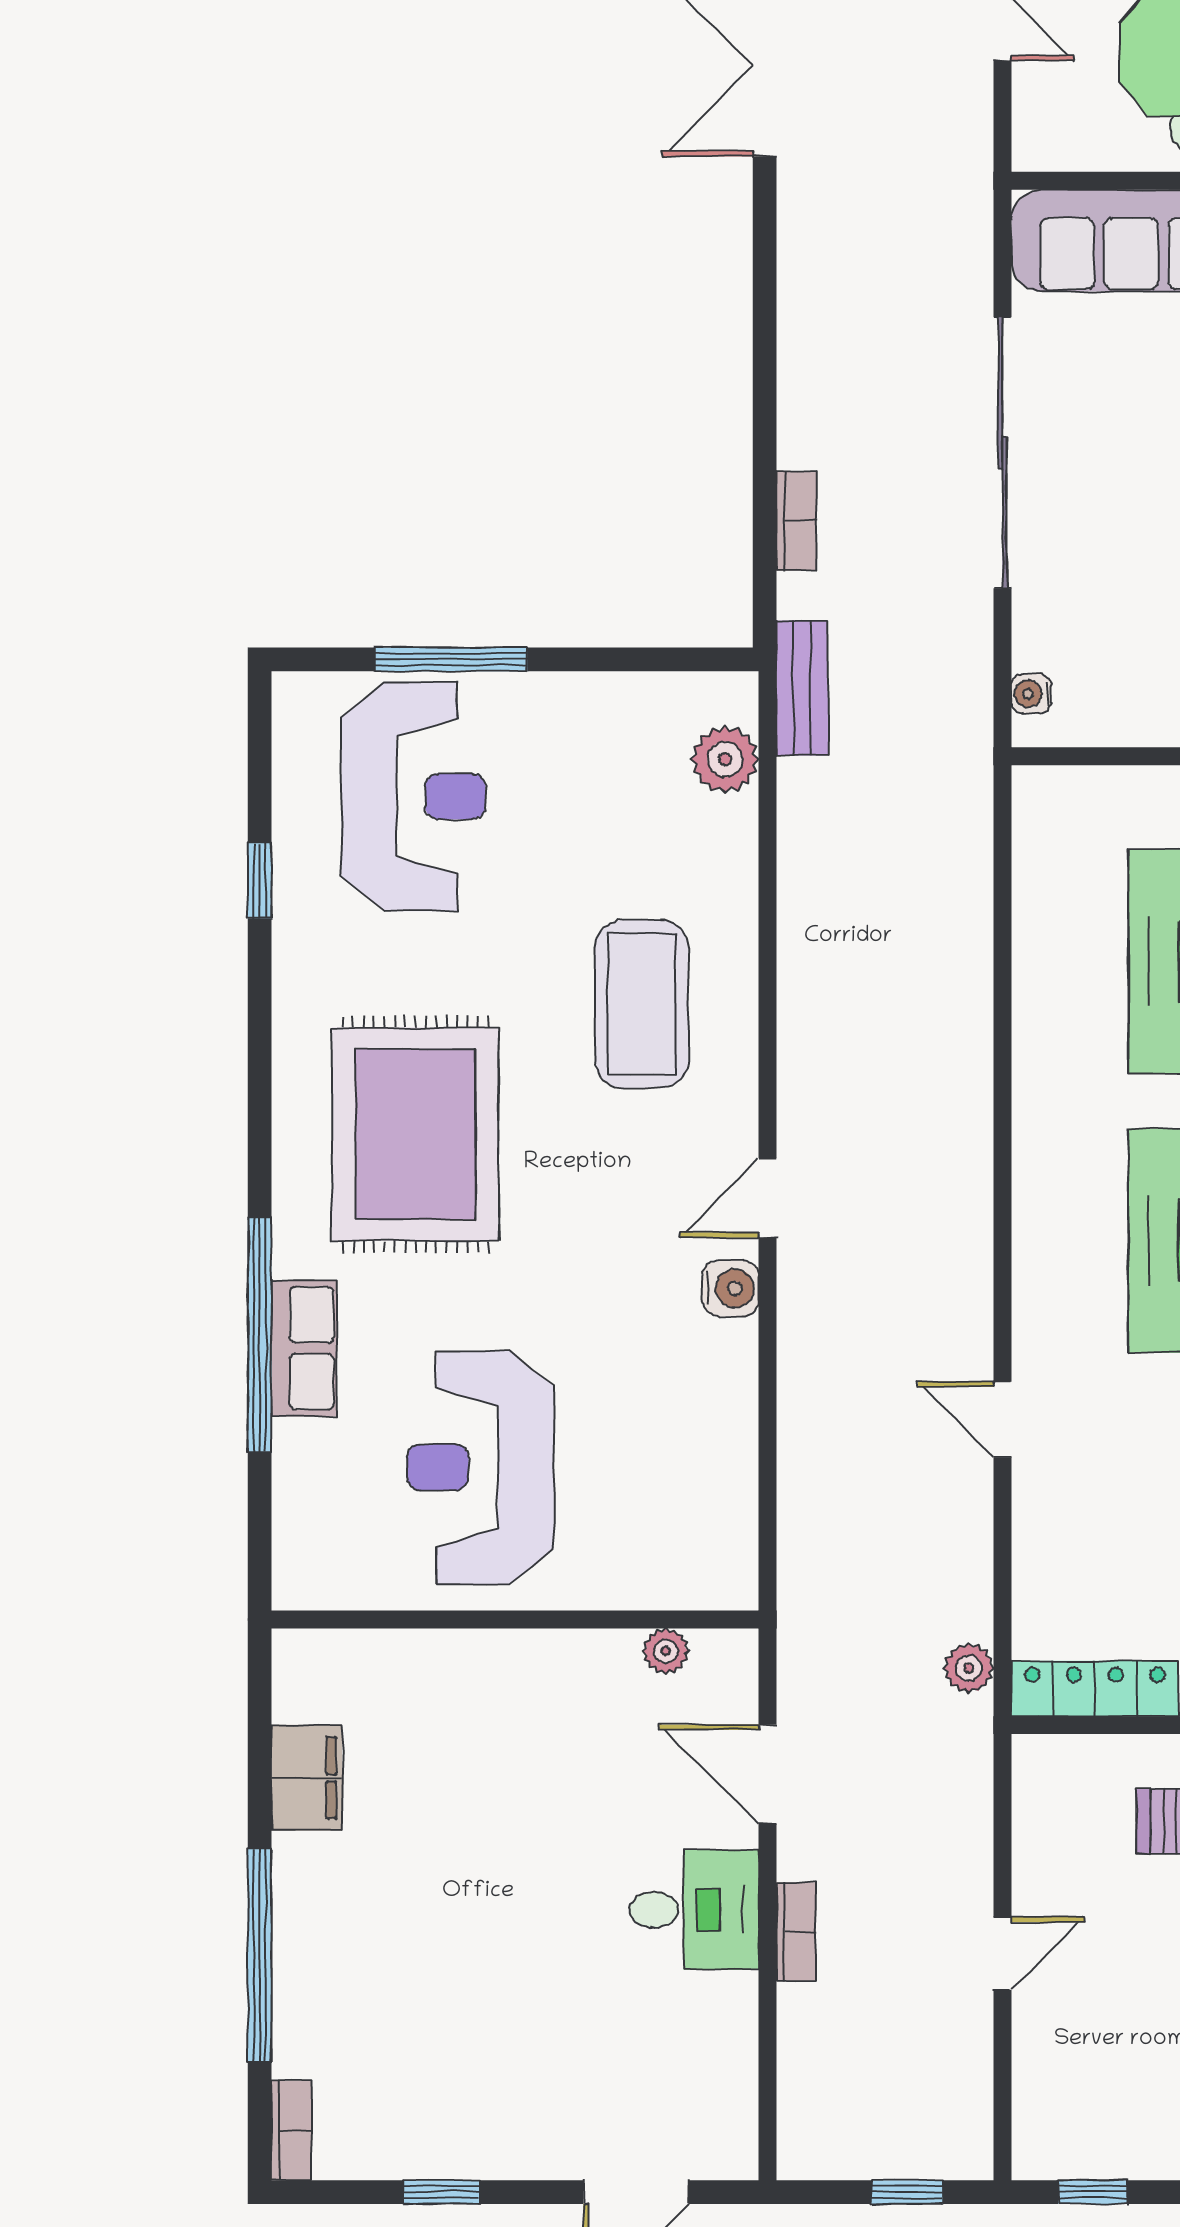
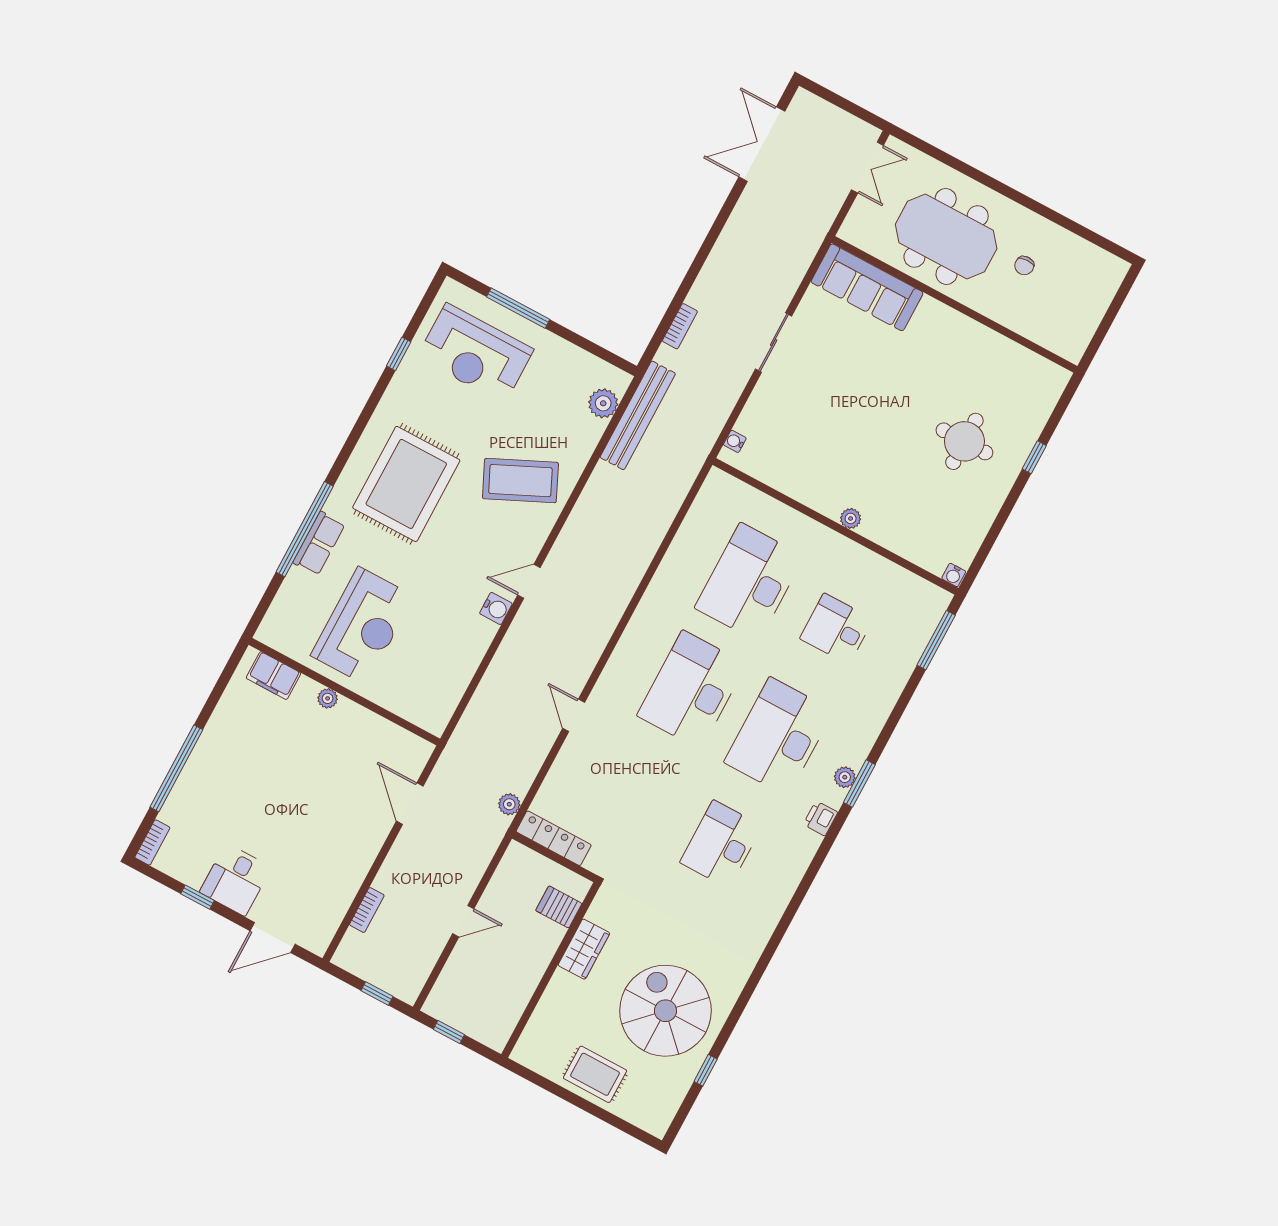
sliding door: (1002, 453) -> (774, 343), width x0.54
bench: (802, 688) -> (638, 415), width x1.86, depth x1.21
reception desk: (413, 796) -> (475, 353), turned 90
coffee table: (642, 1004) -> (520, 481), turned 65
reception desk: (480, 1467) -> (362, 626), turned 180
plant: (666, 1651) -> (328, 698), moved
filing cabinet: (307, 1778) -> (274, 676), moved, turned 90
desk: (694, 1910) -> (235, 880), moved, turned 90
bookcase: (796, 1932) -> (367, 910), moved

